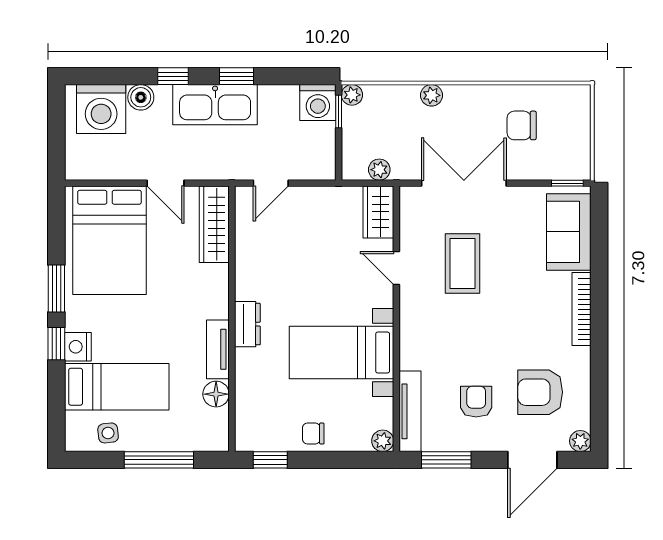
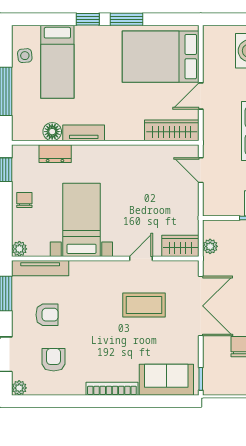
dresser: (247, 324) -> (55, 154), moved
nightstand: (78, 347) -> (86, 34), removed
armchair: (540, 392) -> (54, 360), width x0.72, depth x0.72

